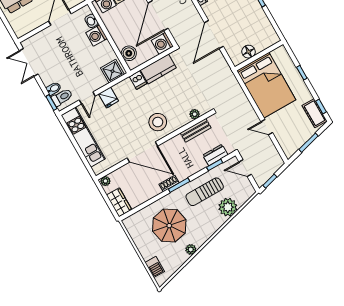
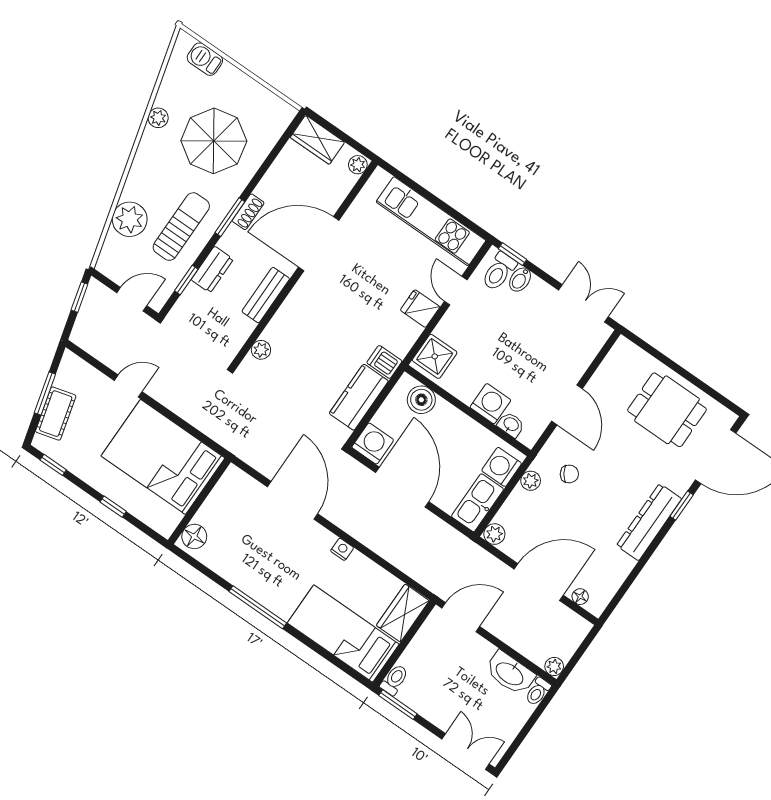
floor lamp: (249, 52) -> (194, 536), moved
cot: (315, 113) -> (56, 414), moved, turned 75
stool: (158, 122) -> (317, 307), removed
bench: (196, 130) -> (266, 295), moved
dresser: (215, 155) -> (212, 269), moved

